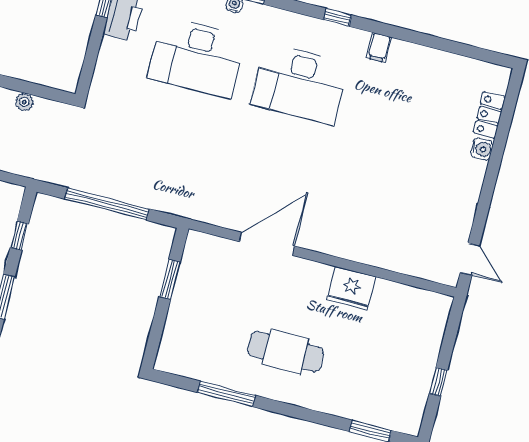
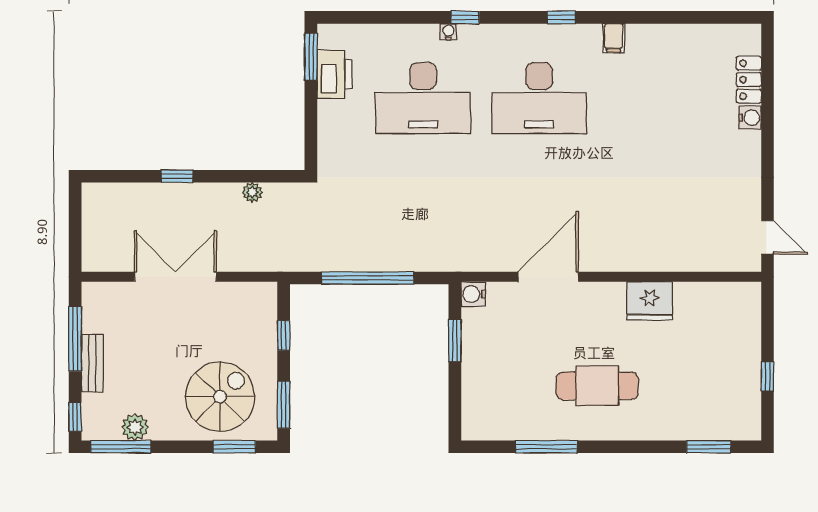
water cooler: (197, 242) -> (473, 294), added

